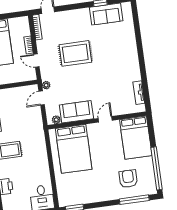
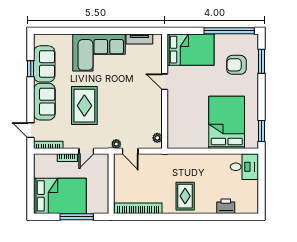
corner sofa: (122, 60) -> (99, 53), added
sofa: (76, 112) -> (44, 102), moved, turned 180
bed: (74, 149) -> (227, 122), moved, turned -90
window: (134, 200) -> (261, 61), width x0.69

